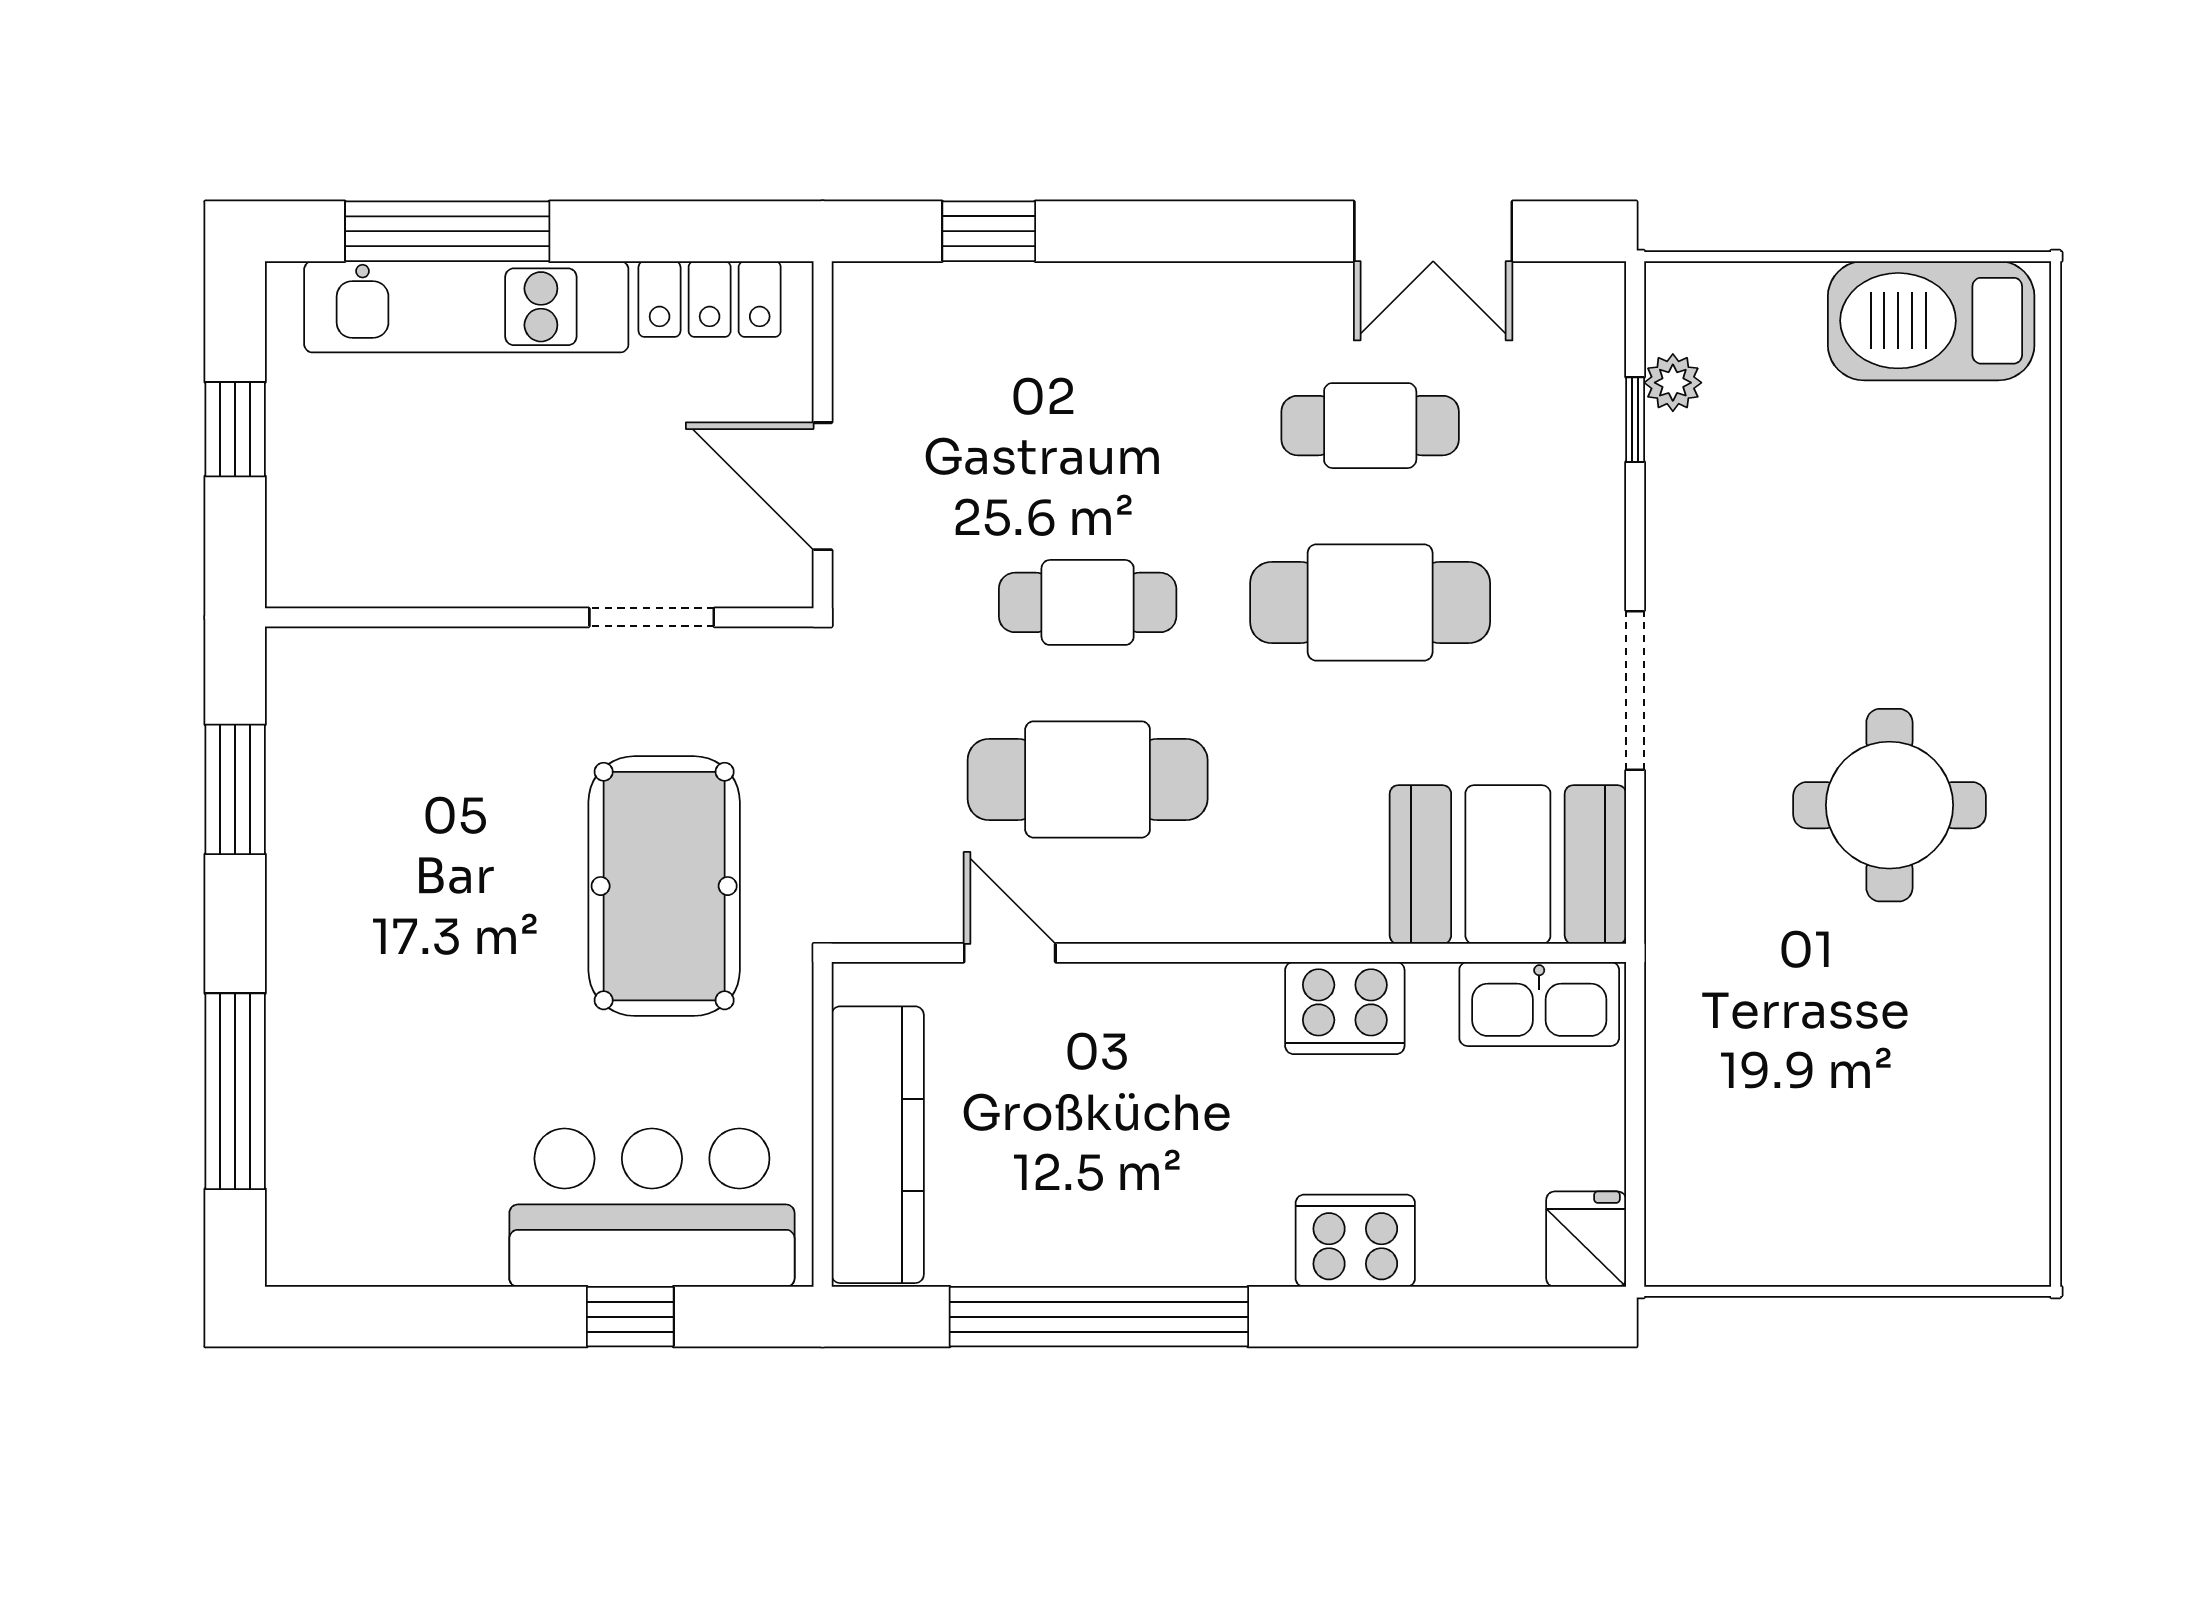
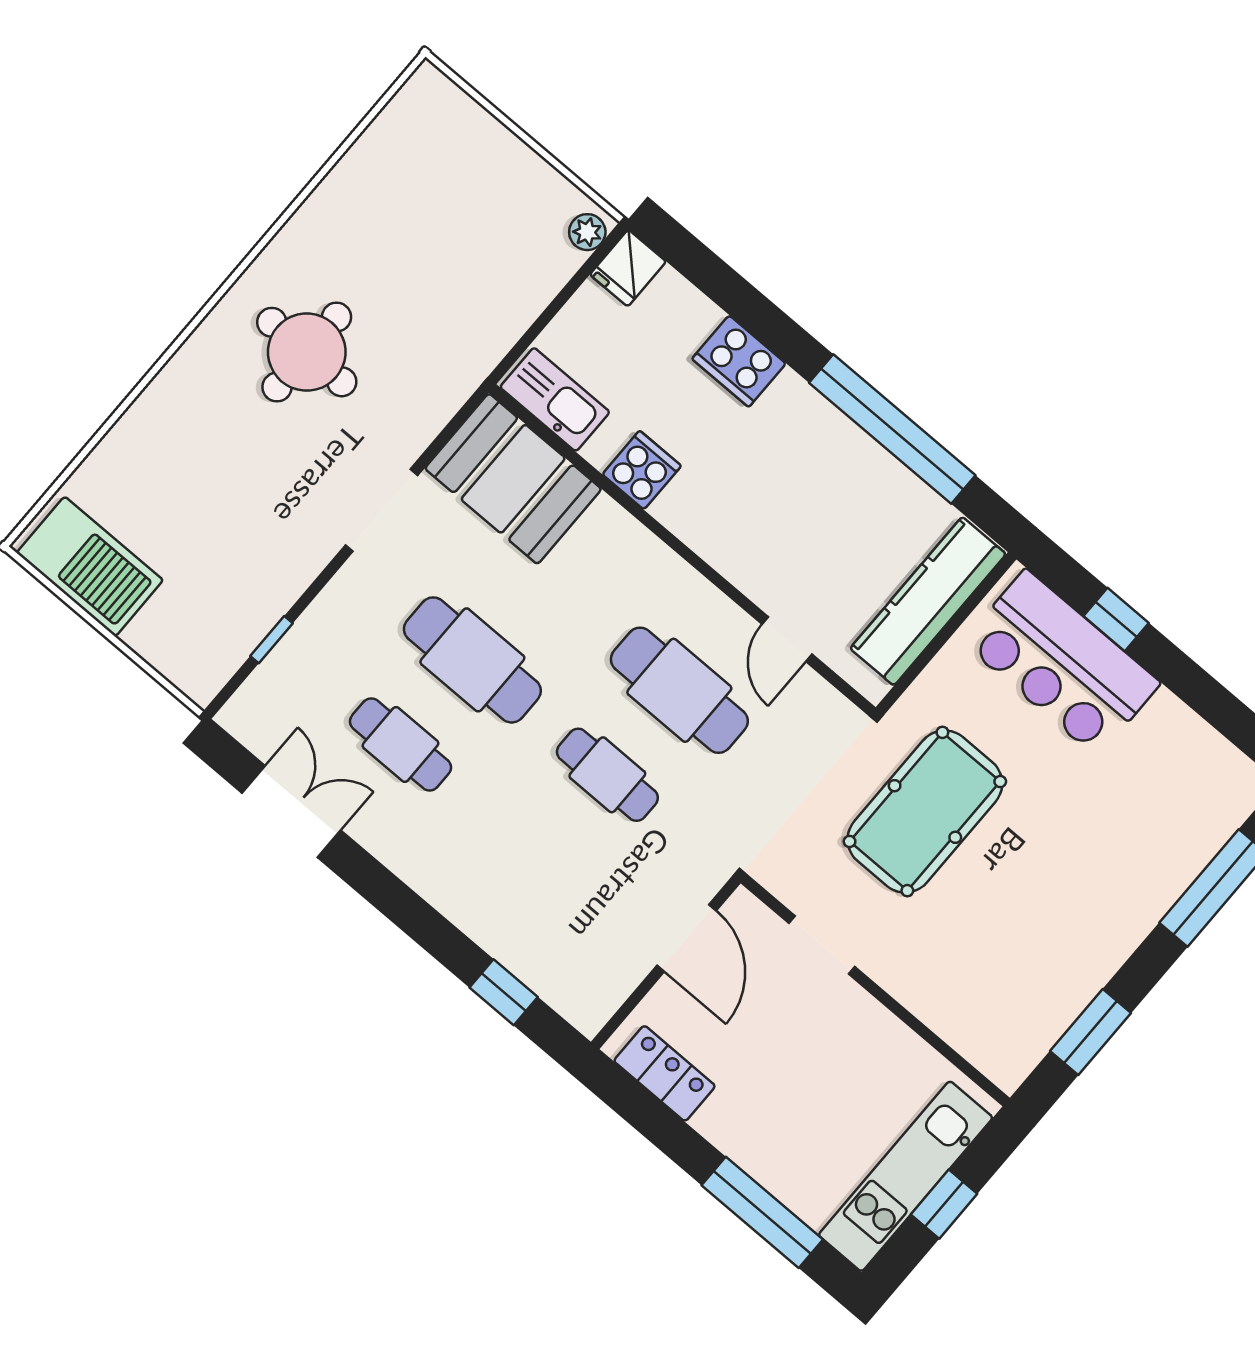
kitchen unit: (466, 307) -> (906, 1176), moved, turned -90
plant: (1673, 383) -> (587, 232), moved
cooker: (1345, 1008) -> (642, 470), width x0.73

